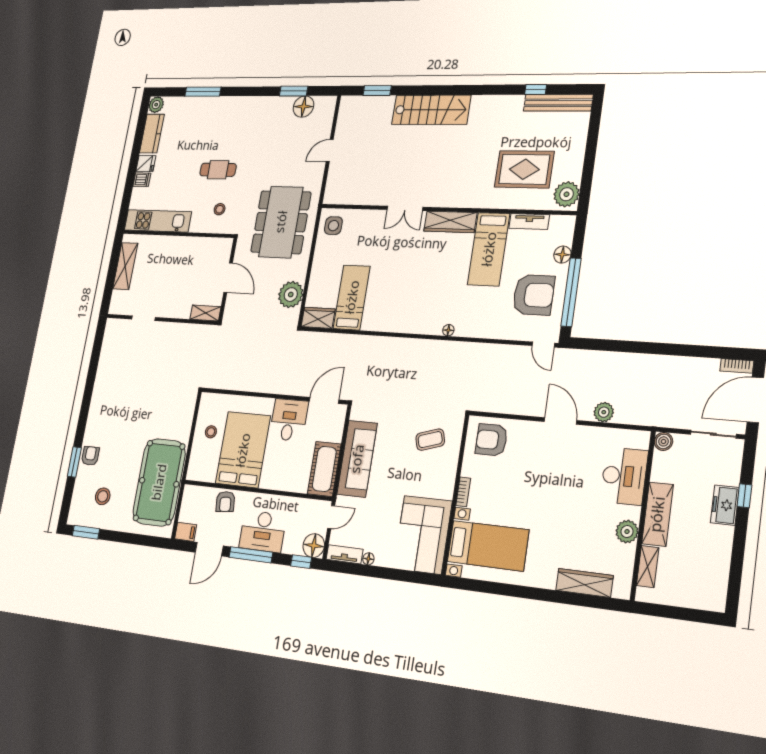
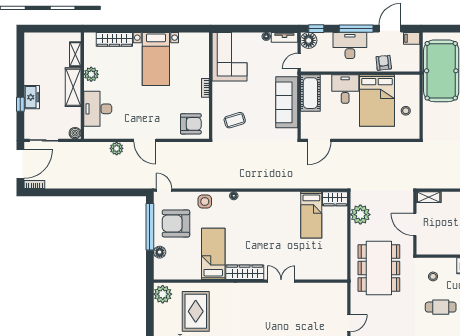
rug: (524, 169) -> (196, 311), turned 90
tv unit: (529, 222) -> (187, 274), removed
side table: (333, 226) -> (205, 201), moved
desk: (289, 420) -> (345, 89), moved, turned 180
bed with nightstands: (488, 546) -> (156, 59), moved, turned -90

